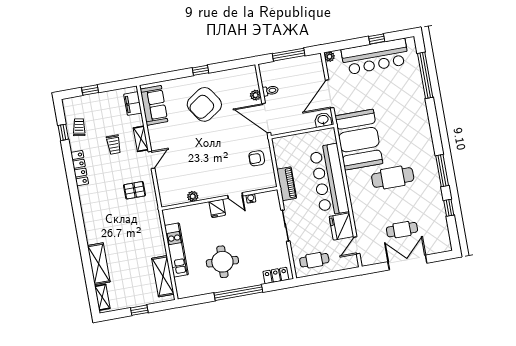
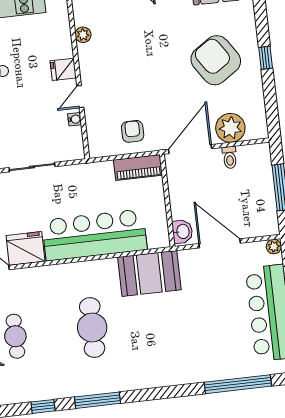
plant: (256, 95) -> (230, 128), width x1.87, depth x1.87
booth: (359, 140) -> (149, 273), width x0.73, depth x0.70
piano: (287, 184) -> (138, 167), moved

